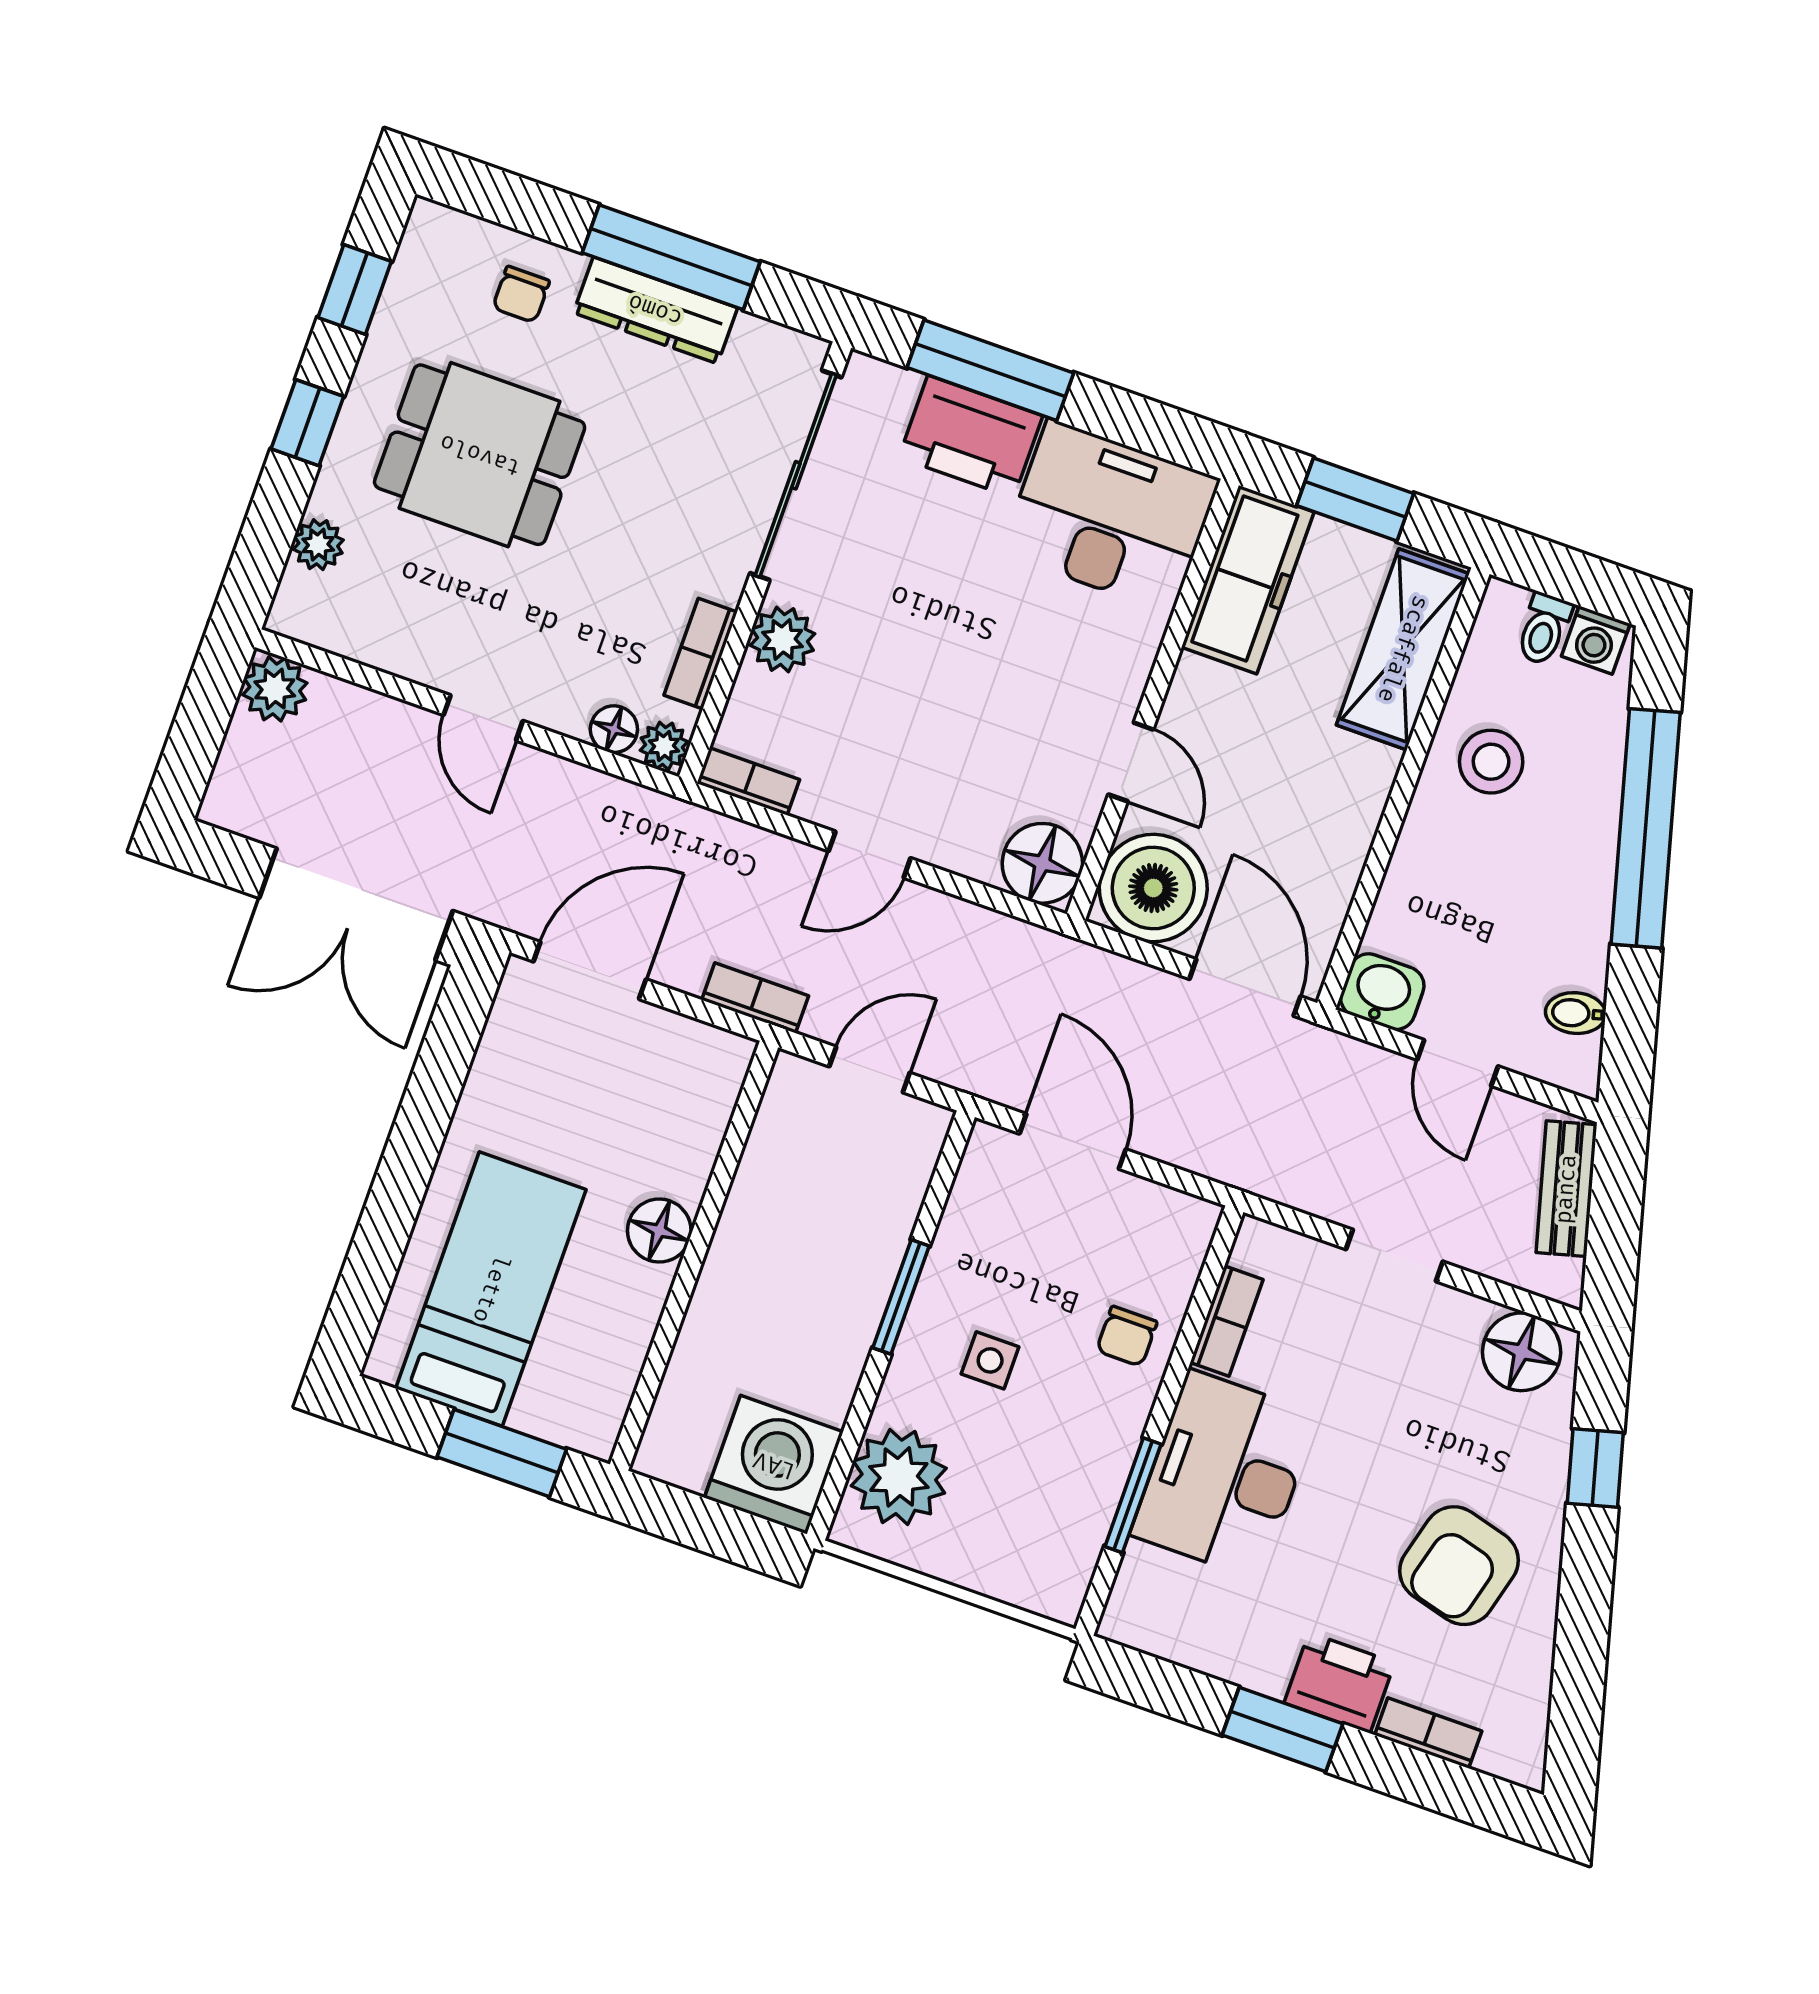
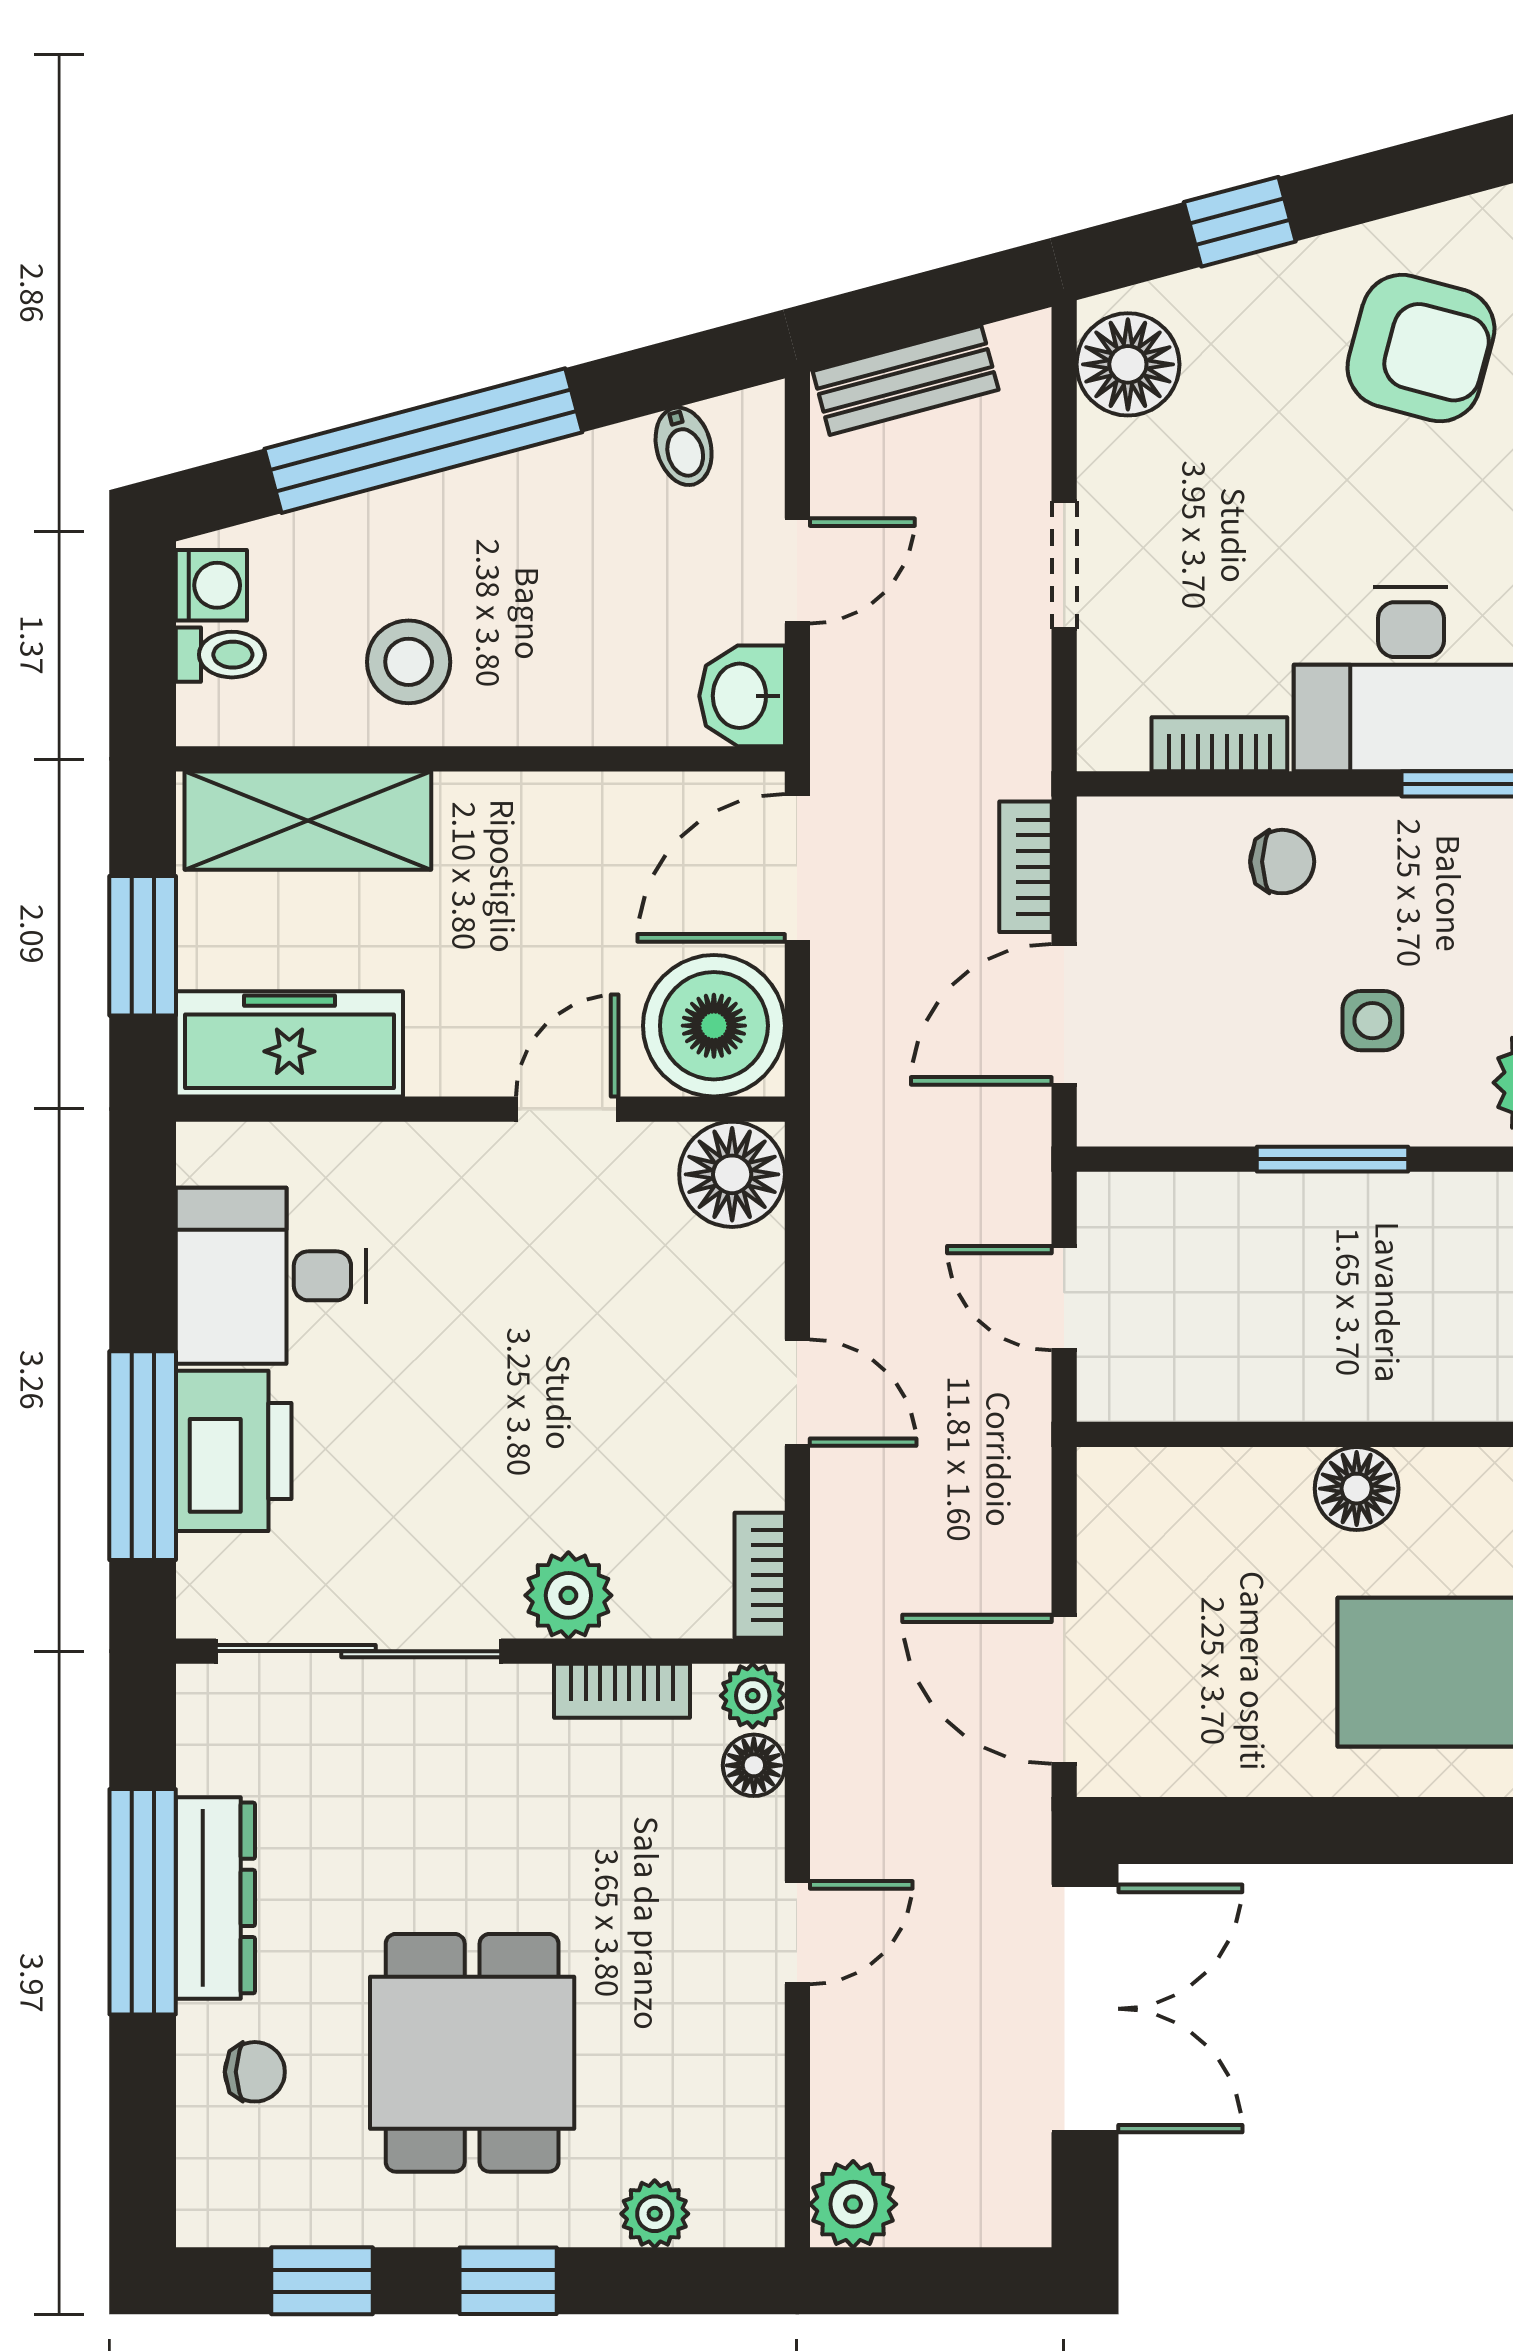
desk: (1110, 516) -> (271, 1276), width x0.73
bookcase: (755, 998) -> (1025, 867), moved

